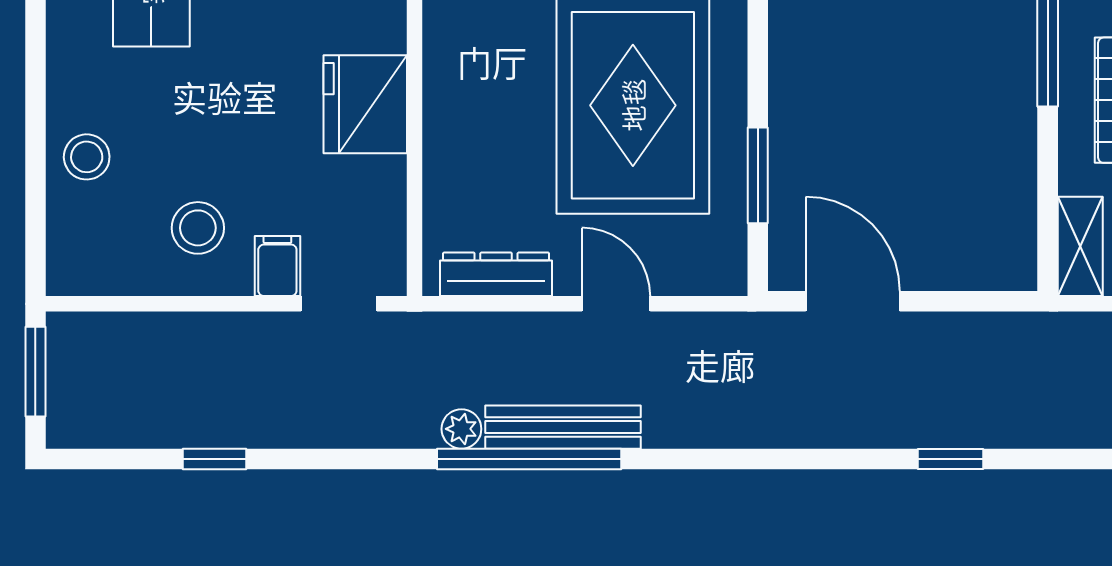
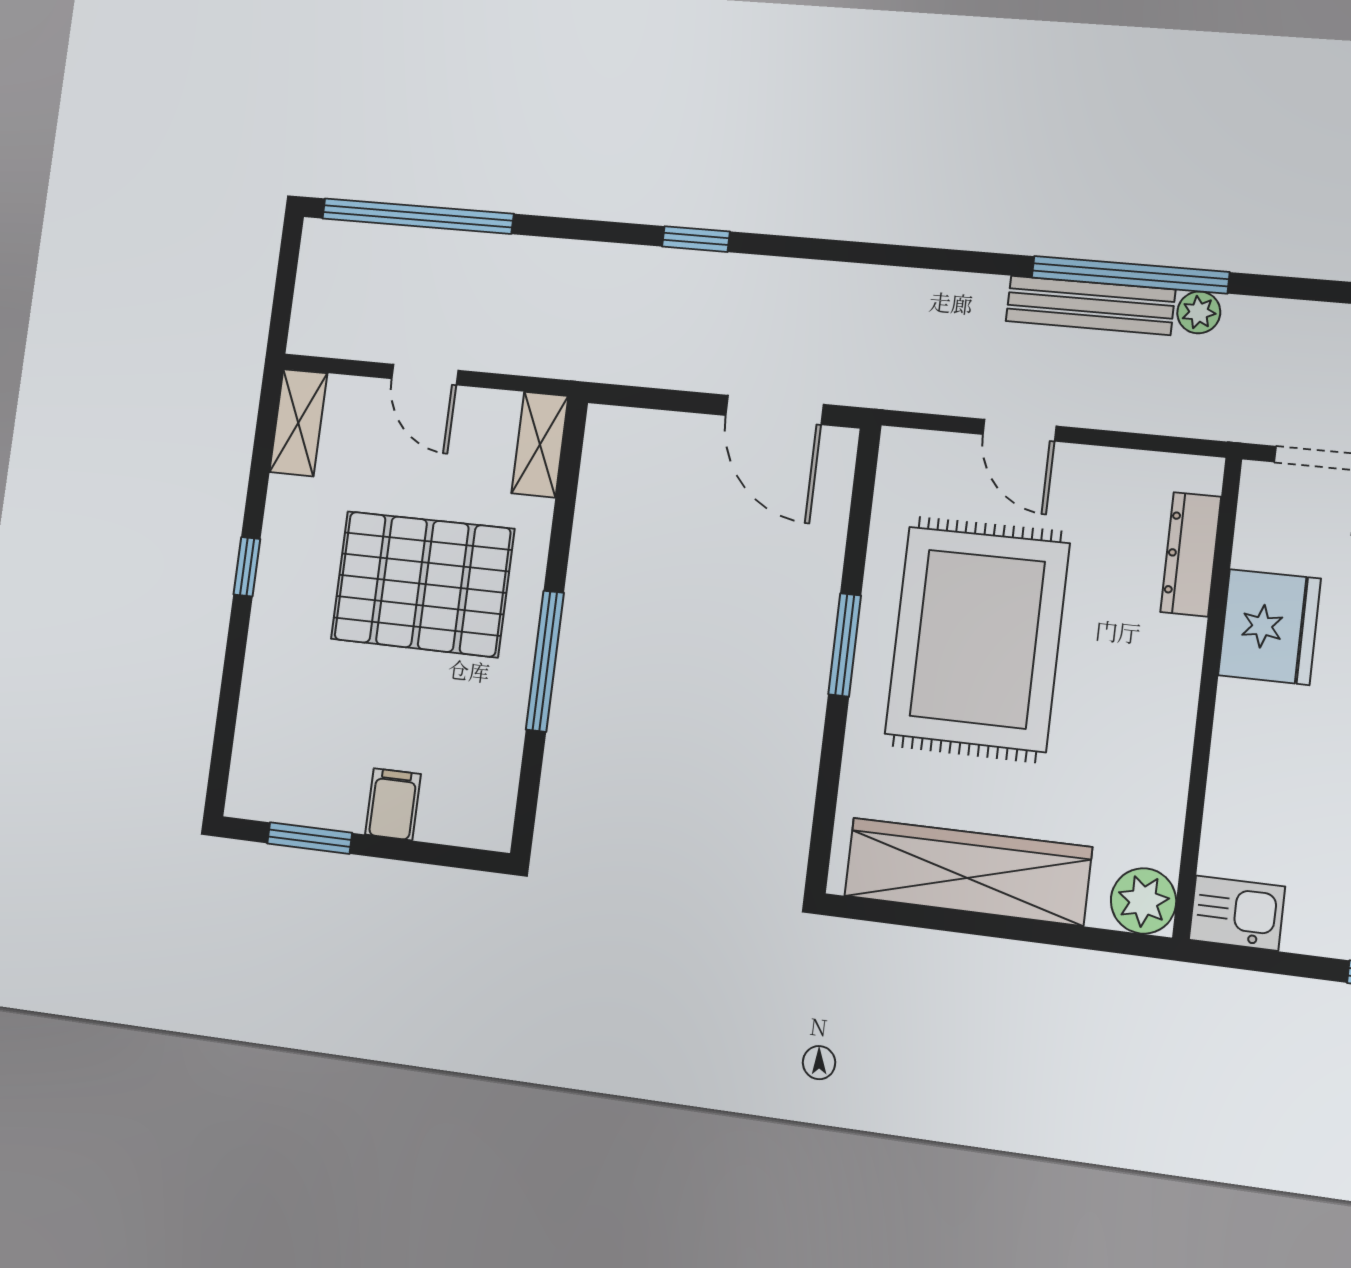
fridge: (365, 104) -> (1269, 627), moved
window: (758, 175) -> (845, 645), moved
dresser: (496, 274) -> (1191, 554), moved, turned 90

